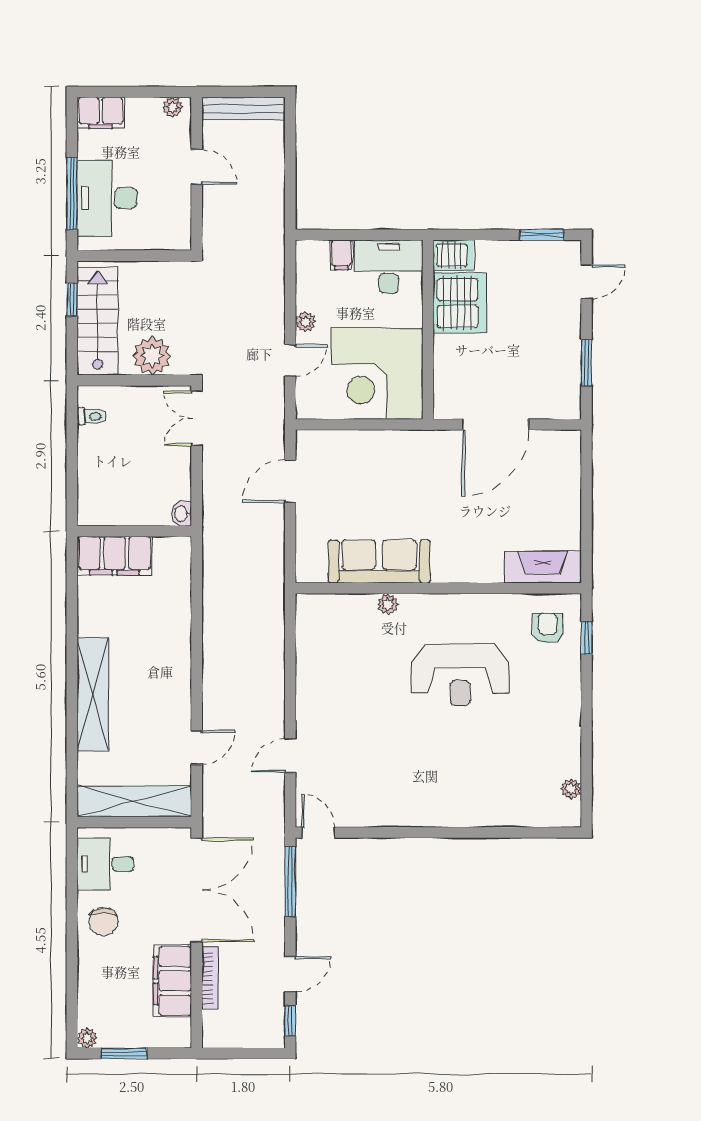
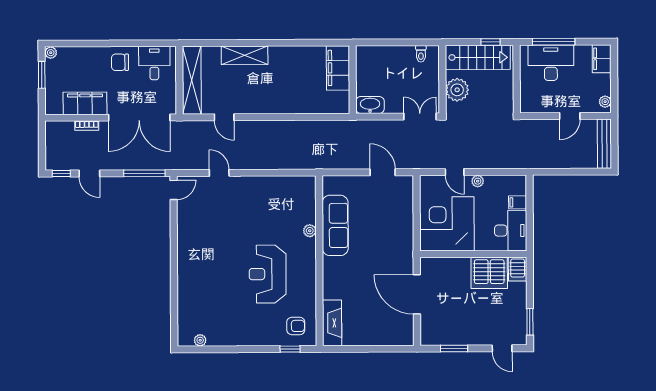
washbasin: (181, 513) -> (370, 105), width x1.91, depth x1.45
shelving: (93, 694) -> (245, 55), width x0.68
bookcase: (210, 978) -> (87, 126), width x0.64

